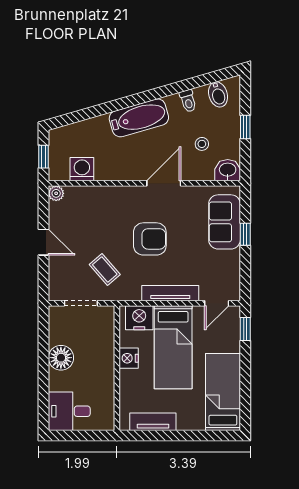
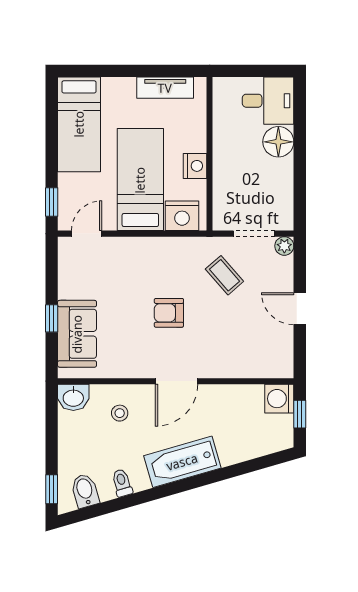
window: (245, 127) -> (52, 489), moved
stool: (202, 144) -> (120, 413), moved
washing machine: (82, 169) -> (279, 399), moved, turned 90
door: (164, 183) -> (177, 381), moved
plant: (56, 193) -> (284, 246), moved
armchair: (150, 239) -> (169, 313), width x0.72, depth x0.72
tv unit: (170, 293) -> (144, 246), removed
floor lamp: (61, 358) -> (278, 142), moved

